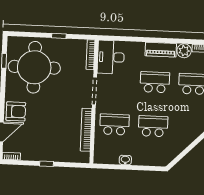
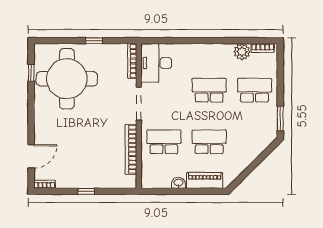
piano: (161, 50) -> (205, 180), moved, turned 180
armchair: (16, 111) -> (48, 132), removed

